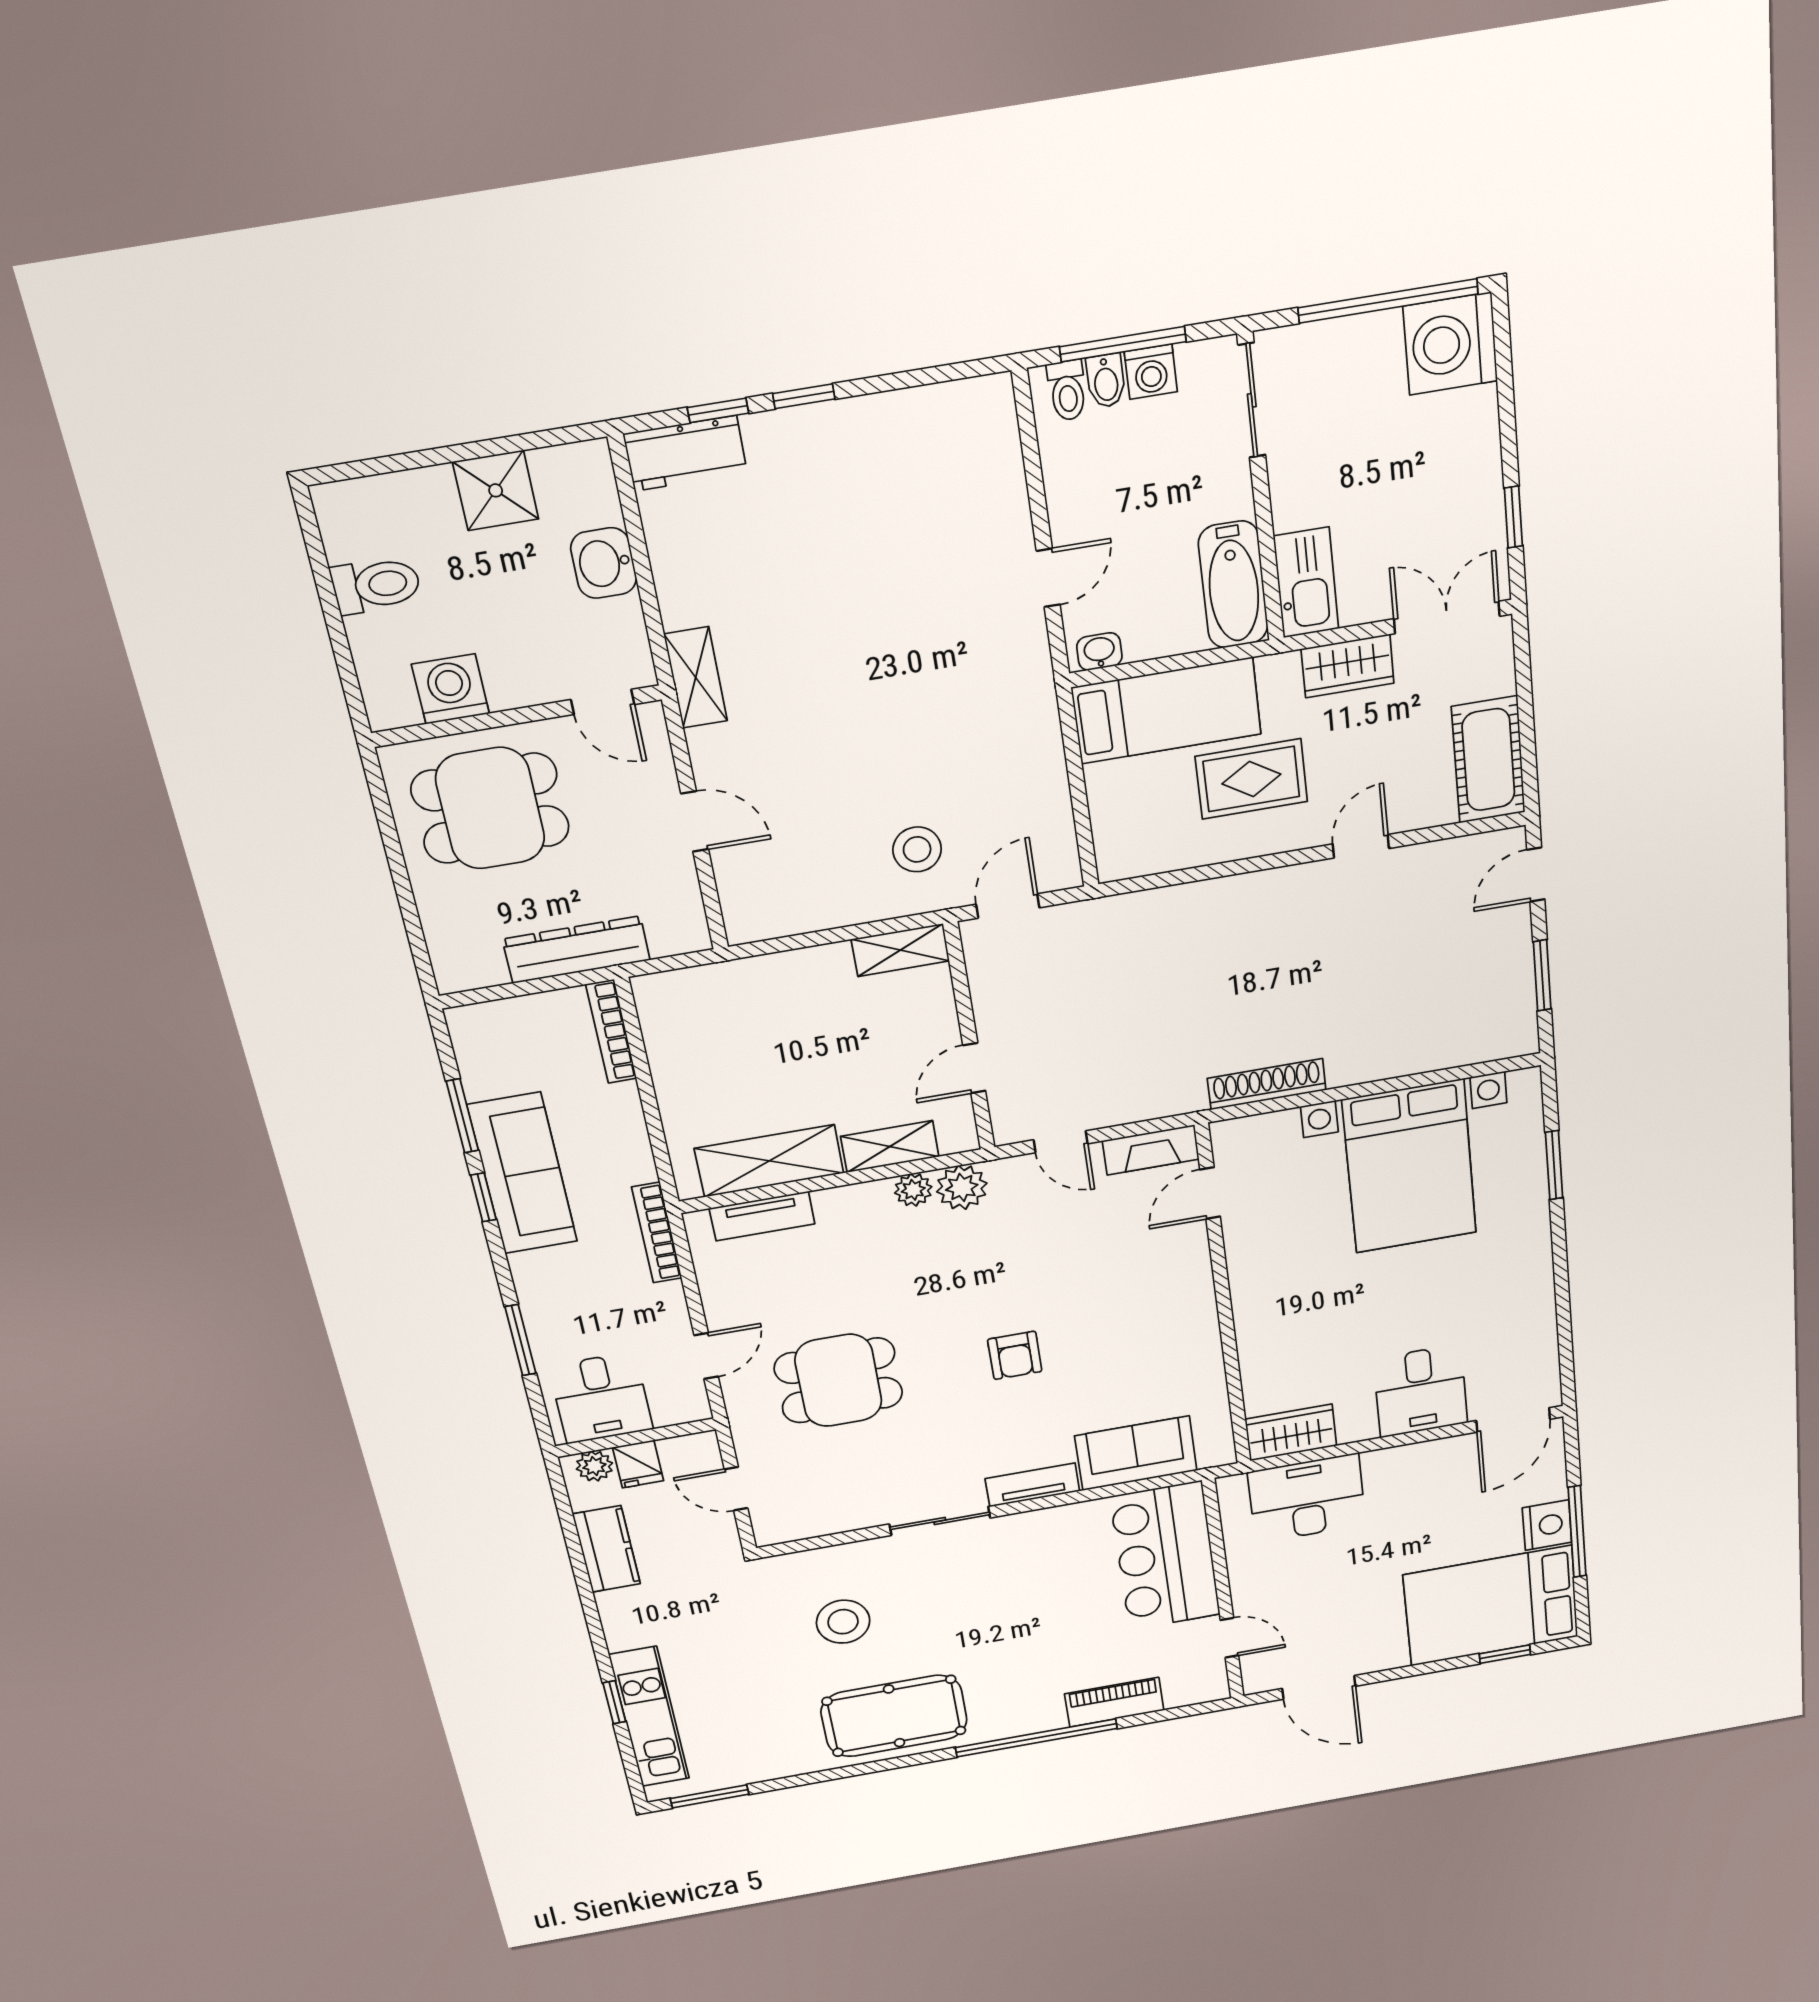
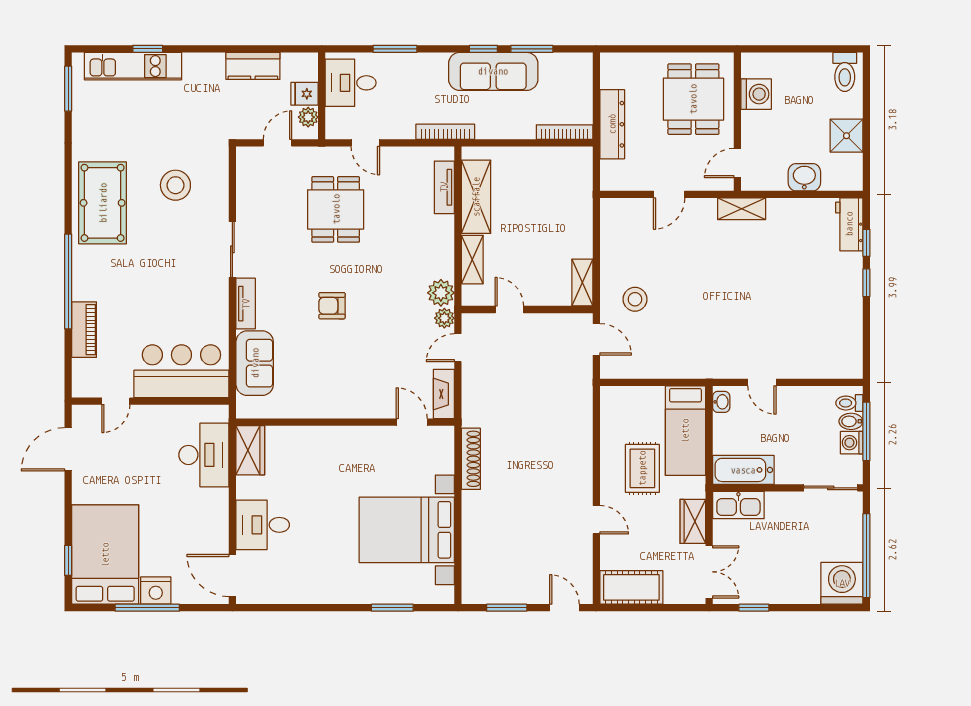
toilet: (376, 585) -> (845, 72), moved
plant: (913, 1190) -> (444, 318), moved
plant: (594, 1466) -> (308, 117), moved

